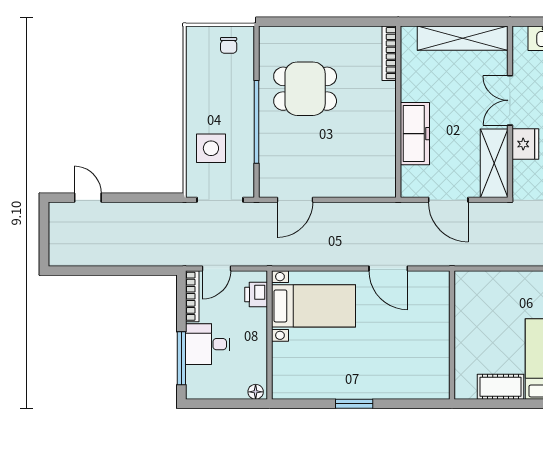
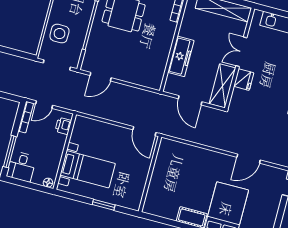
bed with nightstands: (313, 306) -> (88, 169), moved
wall: (452, 335) -> (150, 174), moved
desk: (208, 344) -> (21, 167), moved, turned -90

